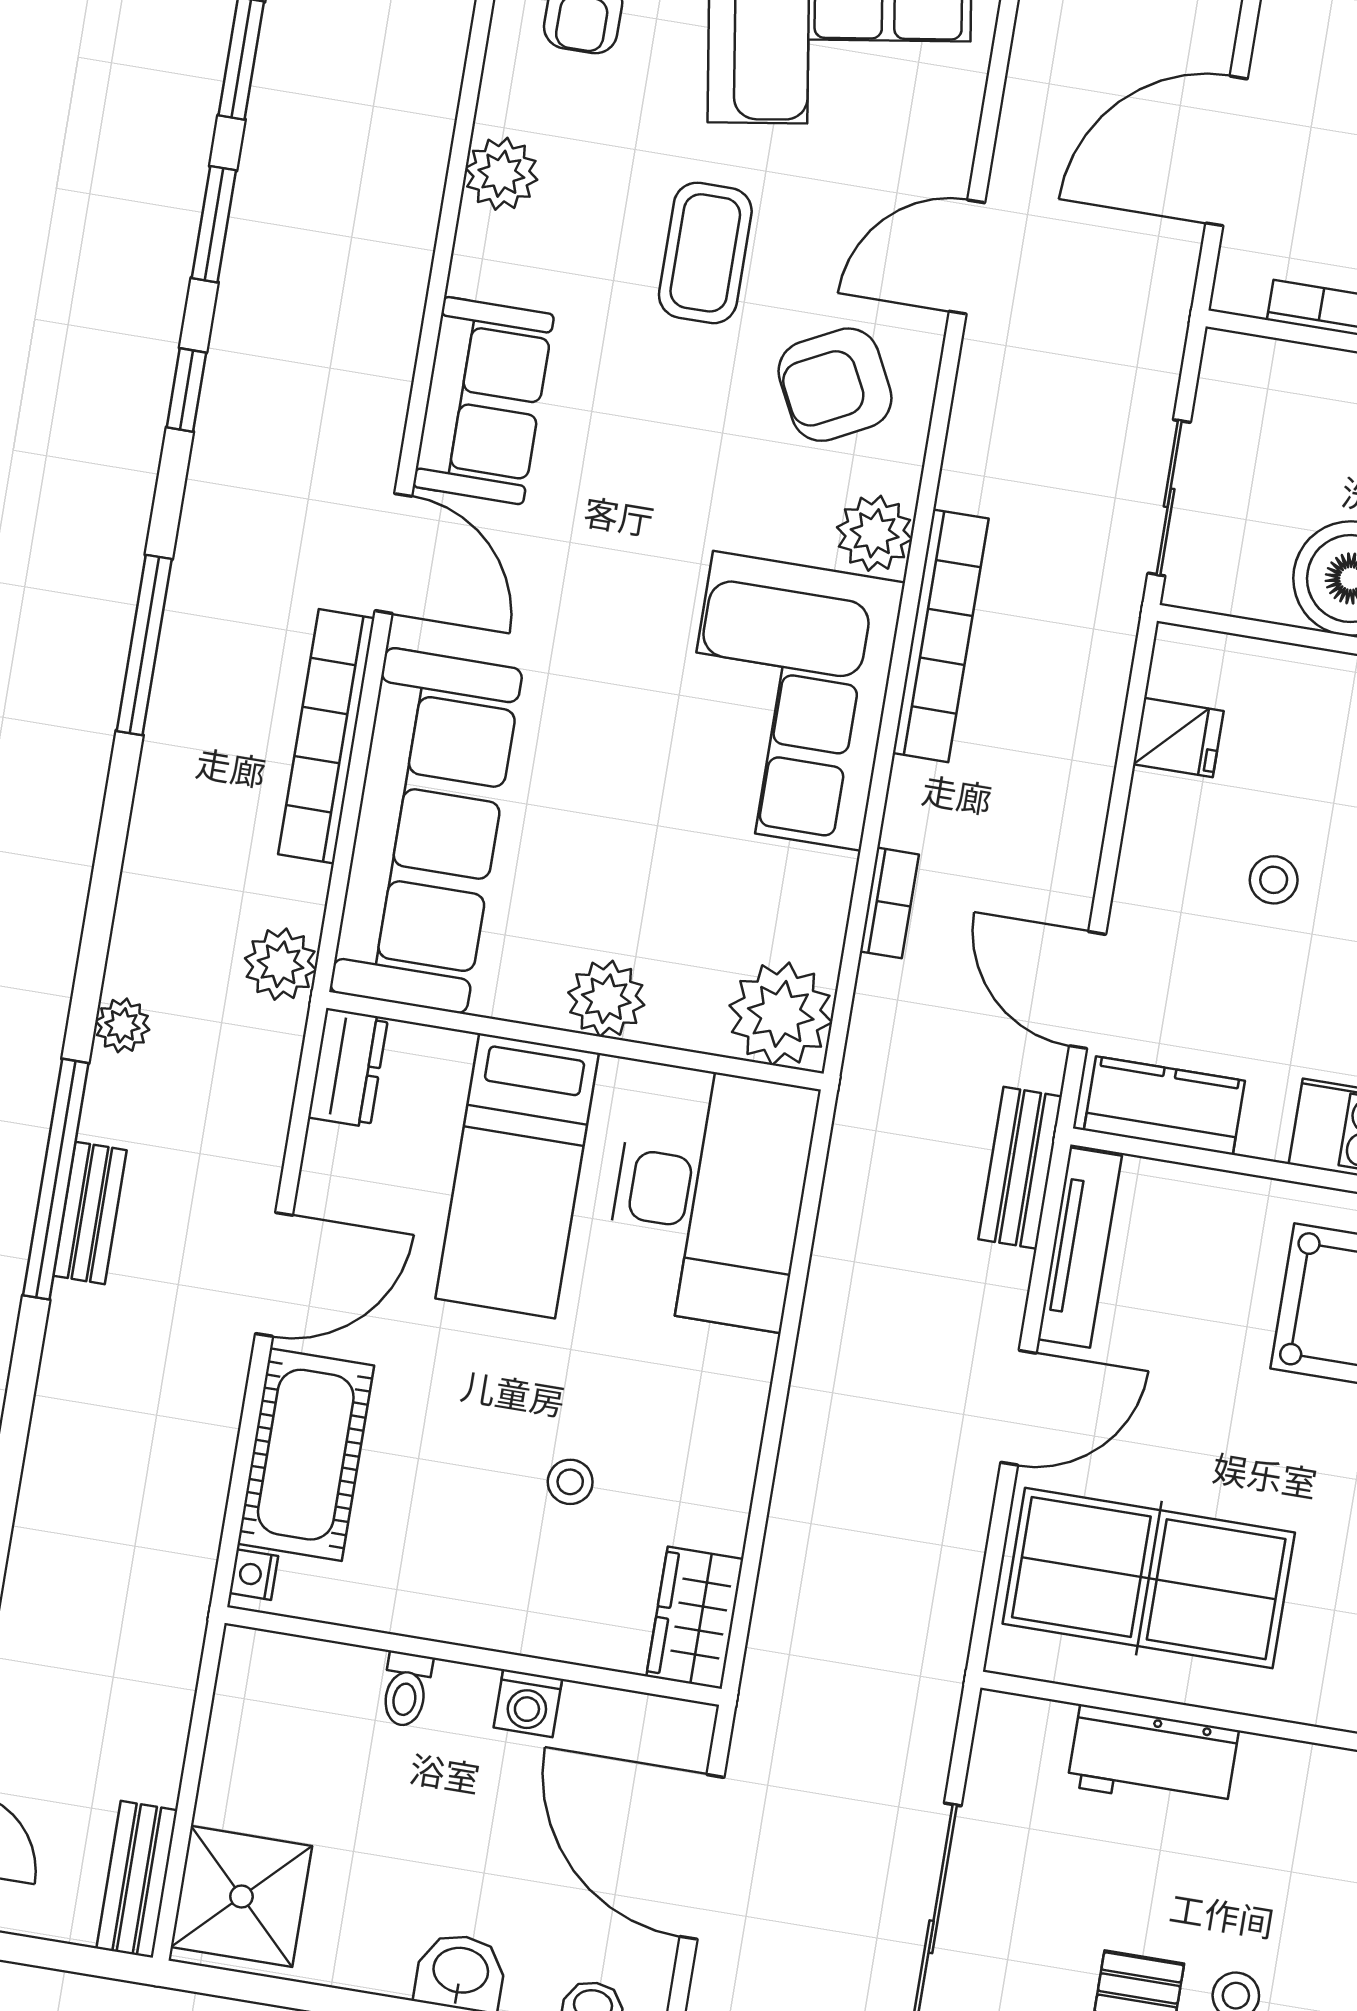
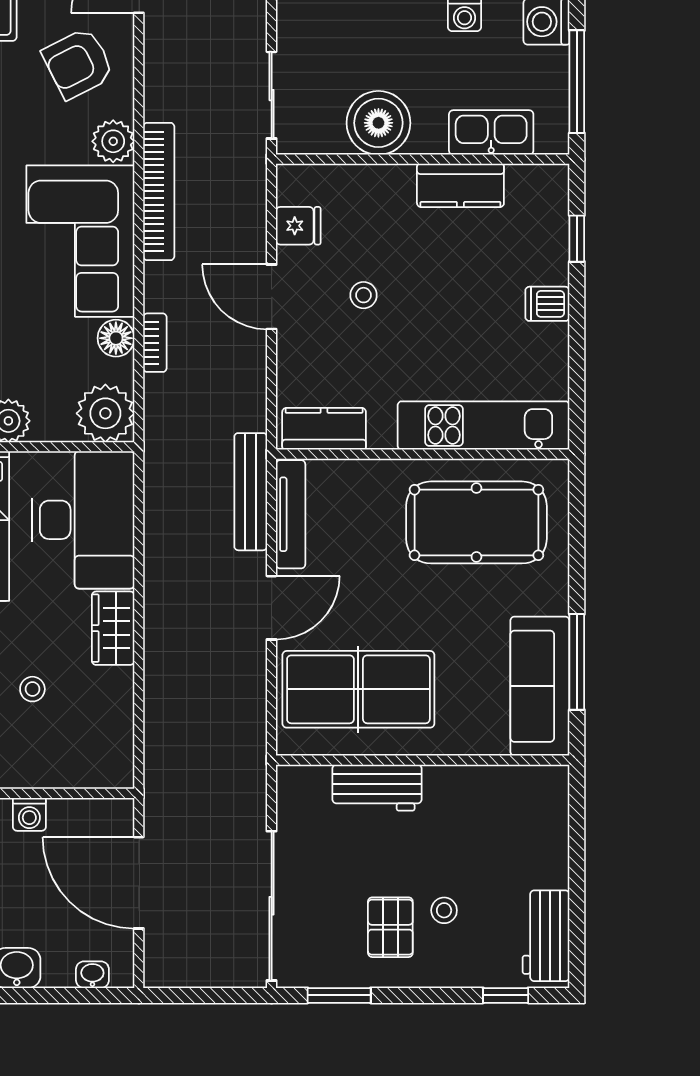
floor lamp: (822, 884) -> (116, 338), added
door: (1088, 990) -> (272, 297), moved
bench: (1020, 1168) -> (251, 492), width x1.36
wardrobe: (695, 1618) -> (113, 628), moved

